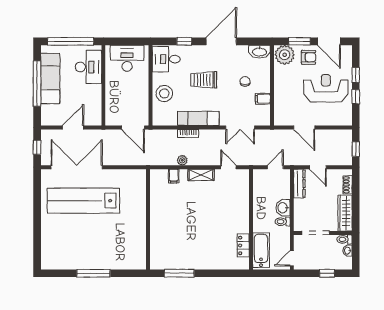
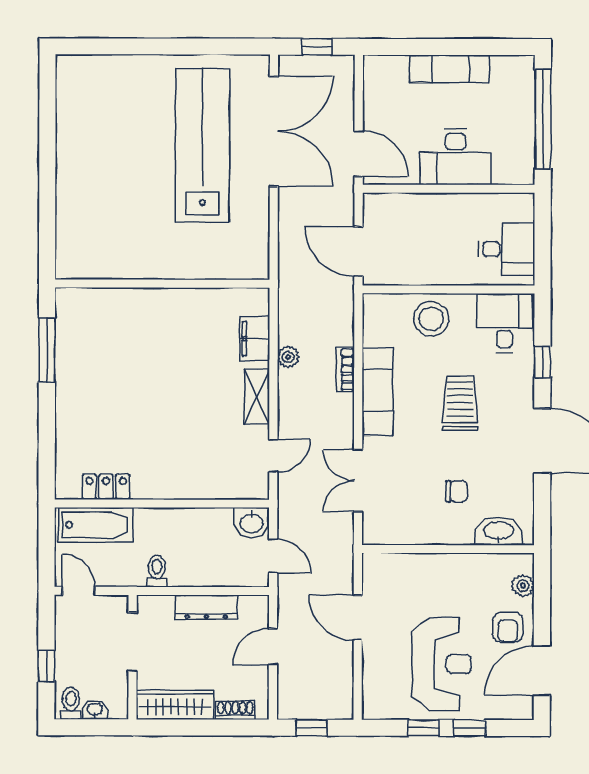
window: (300, 41) -> (542, 608), removed
washbasin: (259, 52) -> (498, 531), moved, turned 90
plant: (285, 55) -> (523, 586), width x0.53, depth x0.53
desk: (127, 58) -> (507, 249), width x0.73
desk: (88, 67) -> (456, 157), moved
exam couch: (50, 78) -> (449, 69), width x0.73, depth x0.69
window: (37, 83) -> (453, 47), removed
filing cabinet: (263, 99) -> (420, 529), removed
door: (73, 128) -> (359, 154), moved
door: (133, 128) -> (358, 252), hinge flipped
door: (304, 128) -> (358, 618), hinge flipped
filing cabinet: (174, 176) -> (255, 339), width x2.00
dresser: (299, 184) -> (206, 607), moved
washbasin: (283, 208) -> (251, 523), moved, turned 180
toilet: (344, 239) -> (71, 703), moved
window: (93, 273) -> (47, 167), removed

